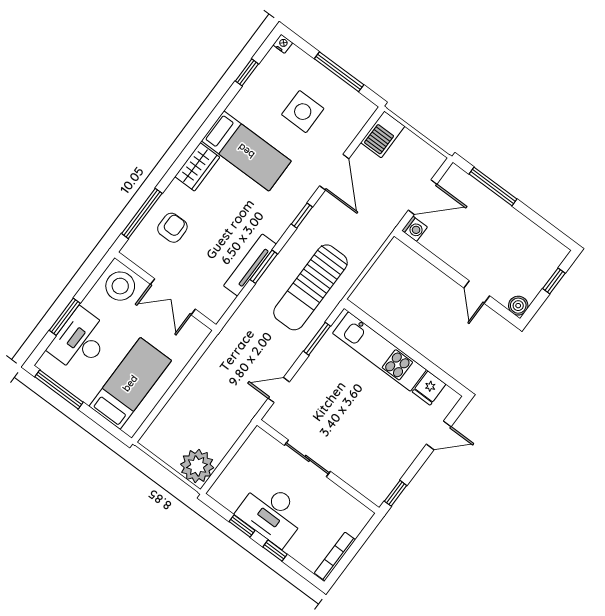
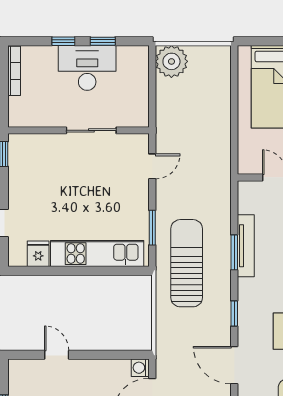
boiler: (518, 306) -> (17, 368), removed

